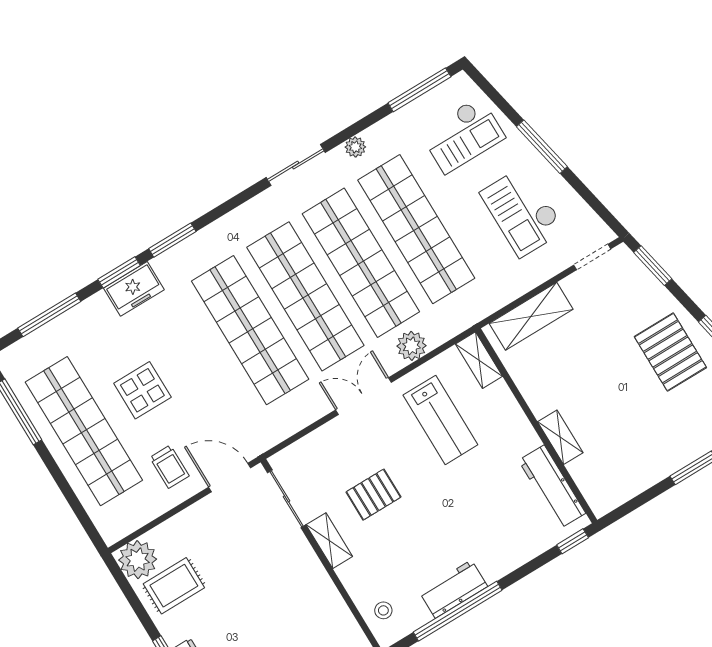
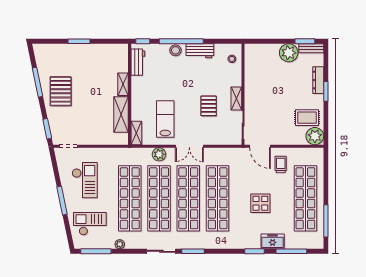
plant: (355, 147) -> (120, 244), moved
window: (172, 240) -> (193, 251), moved
freezer: (134, 289) -> (273, 241), moved
shelving: (531, 316) -> (121, 114), moved, turned 90
display table: (142, 390) -> (260, 203), moved
workbench: (552, 487) -> (138, 62), width x0.73
pallet: (373, 495) -> (209, 106), turned 90
stool: (500, 562) -> (176, 50), added
window: (458, 611) -> (181, 41), moved

